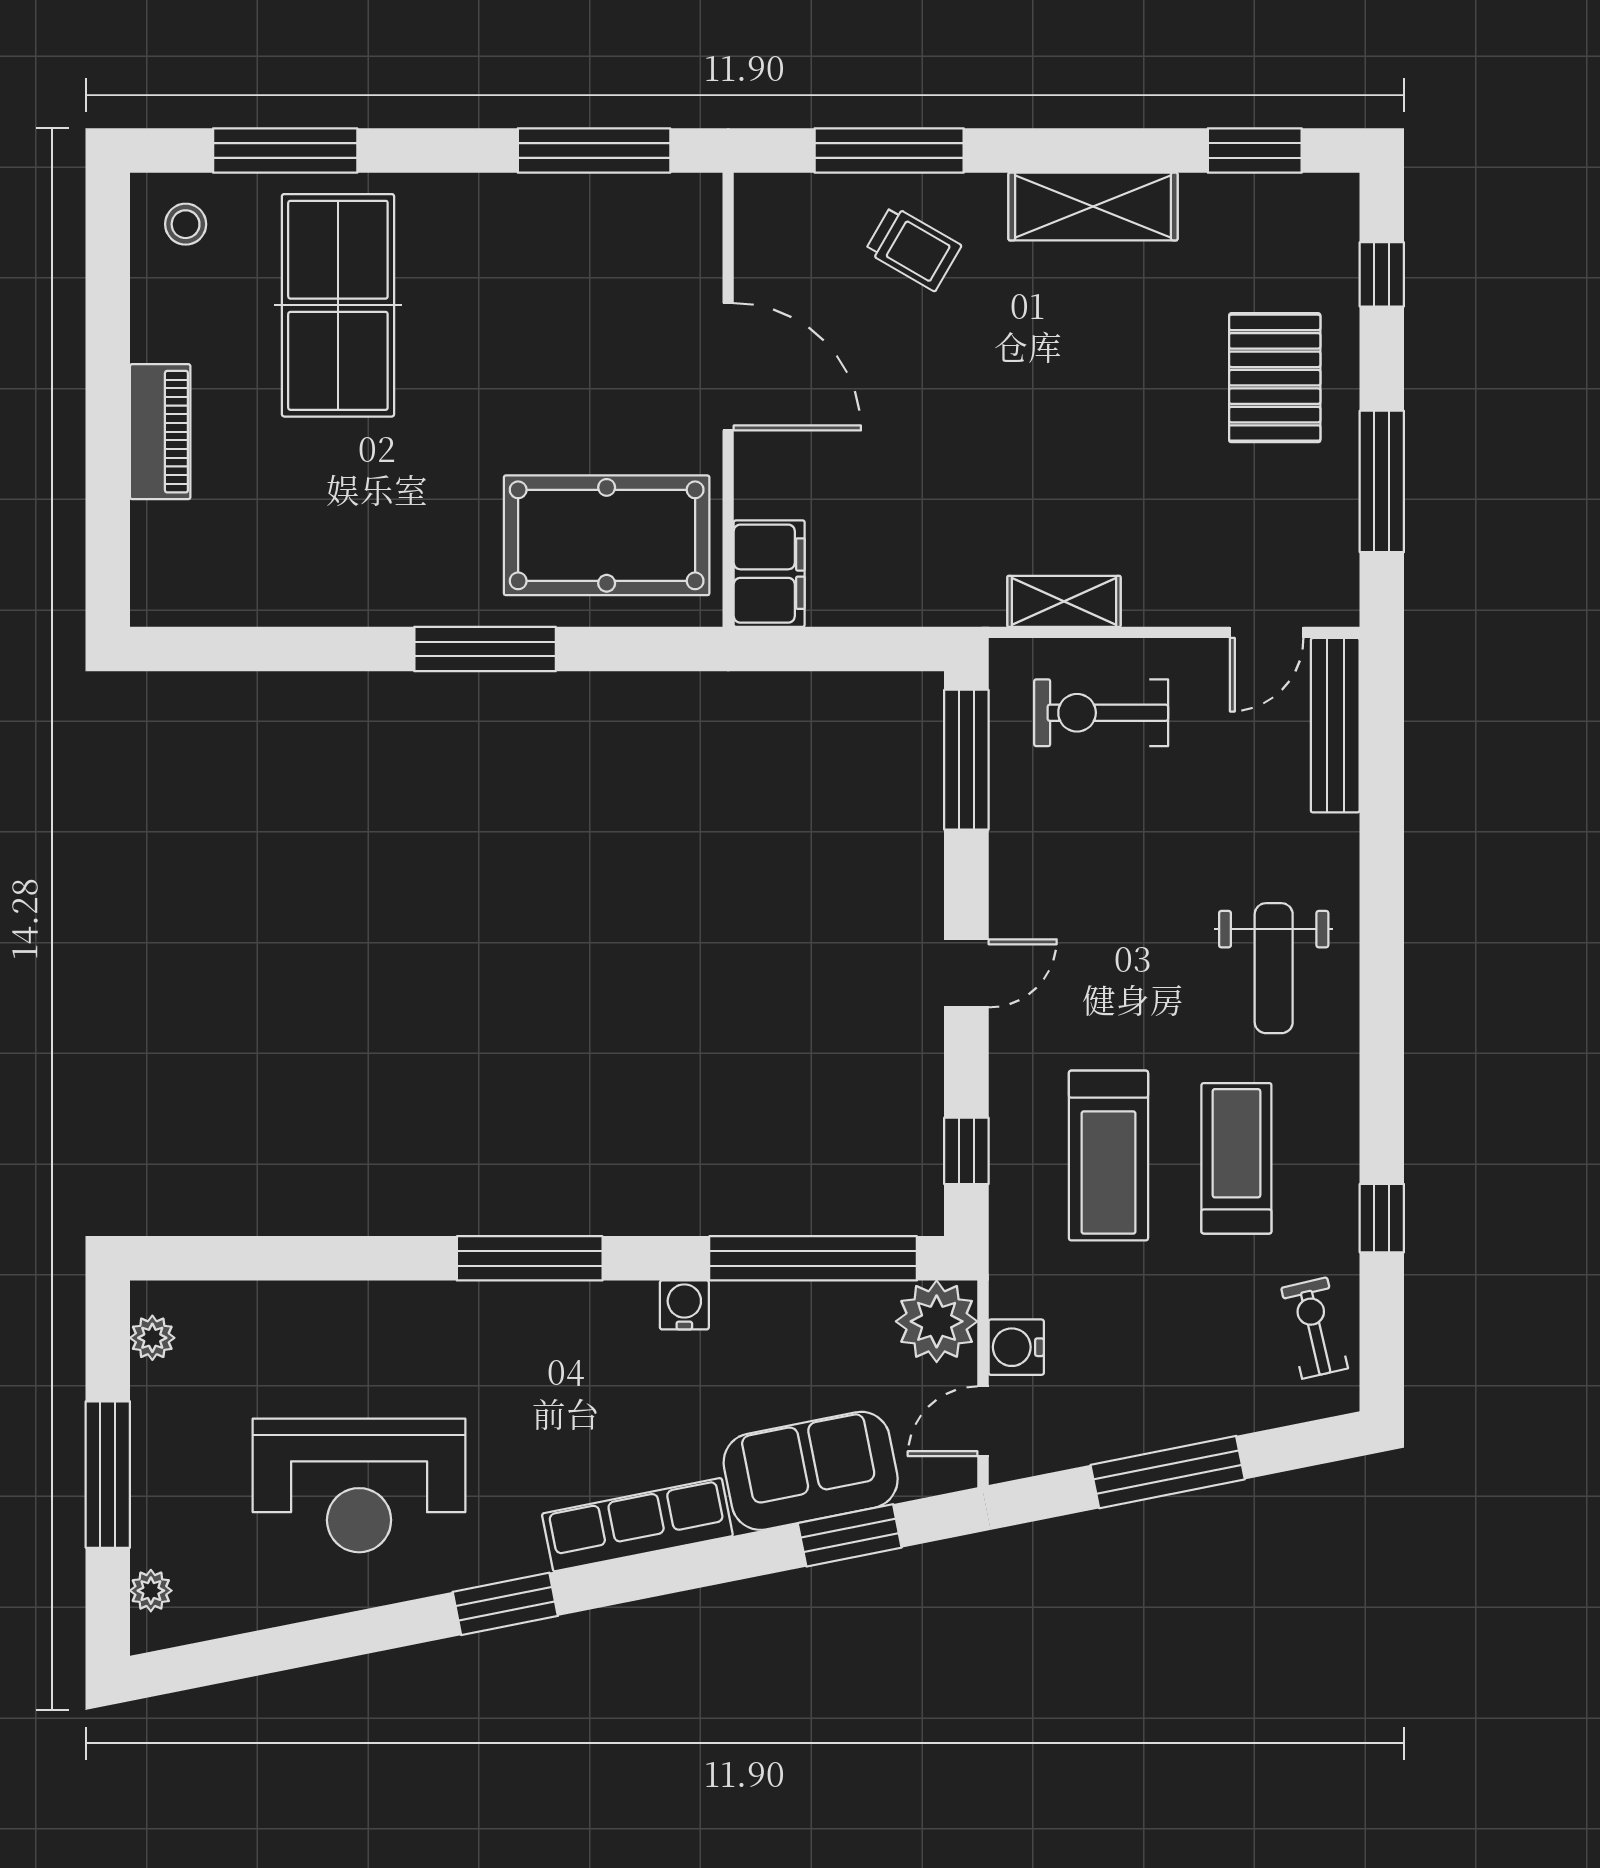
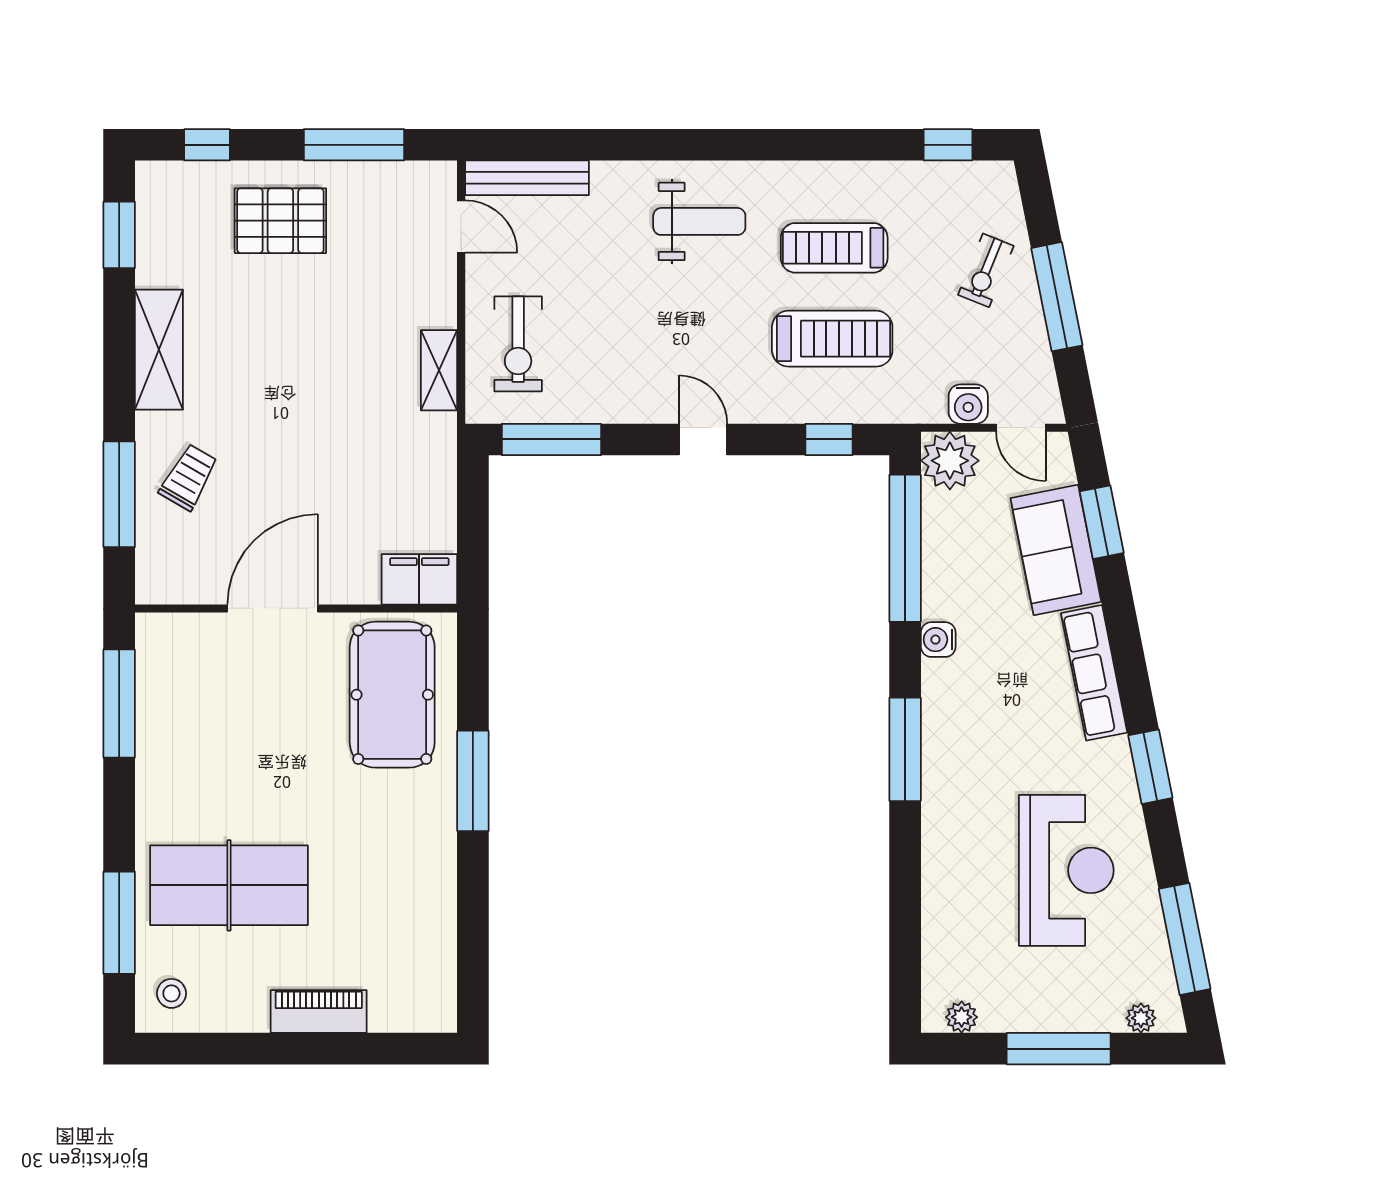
window: (1382, 1218) -> (948, 145), moved
exercise bike: (1315, 1328) -> (986, 270), moved, turned -55
window: (262, 1652) -> (1185, 939), added

